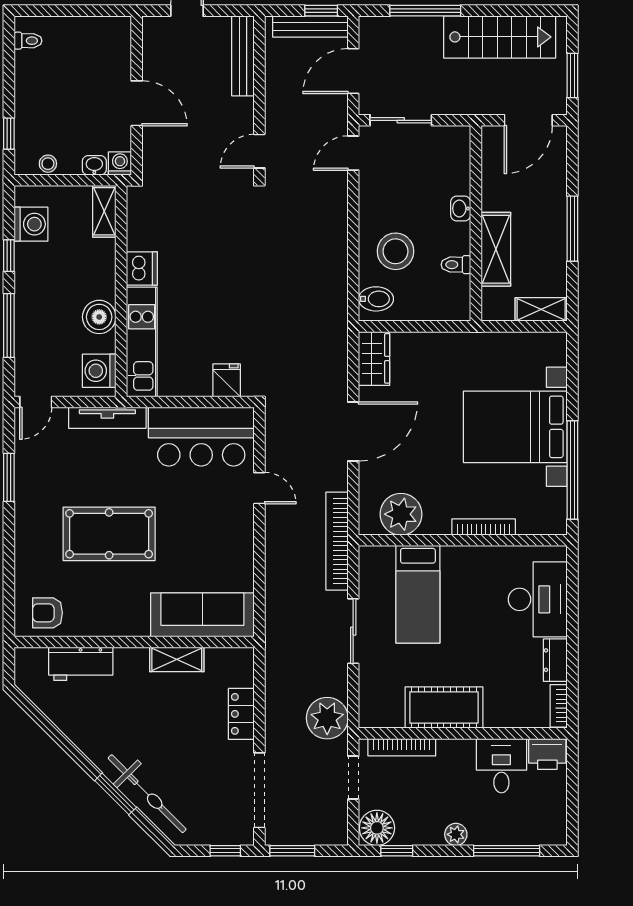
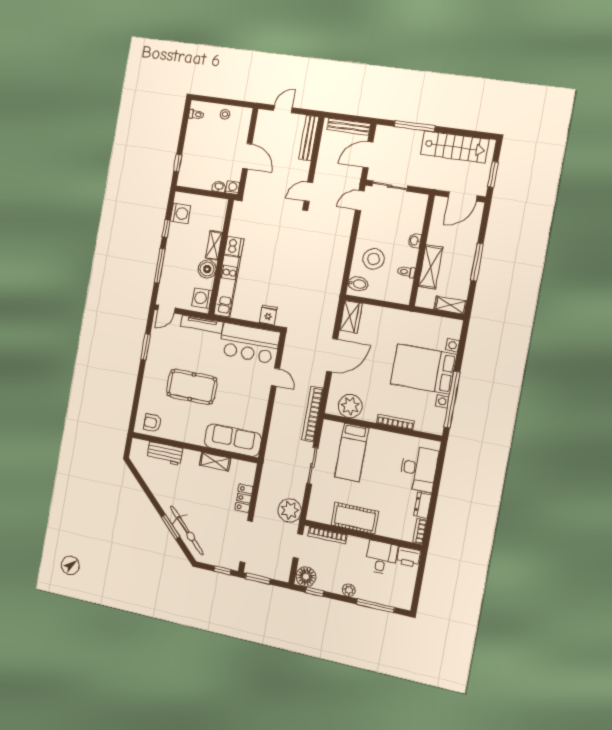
window: (321, 11) -> (356, 119), removed
stool: (48, 164) -> (225, 114), moved
shelving: (104, 211) -> (214, 245), moved

